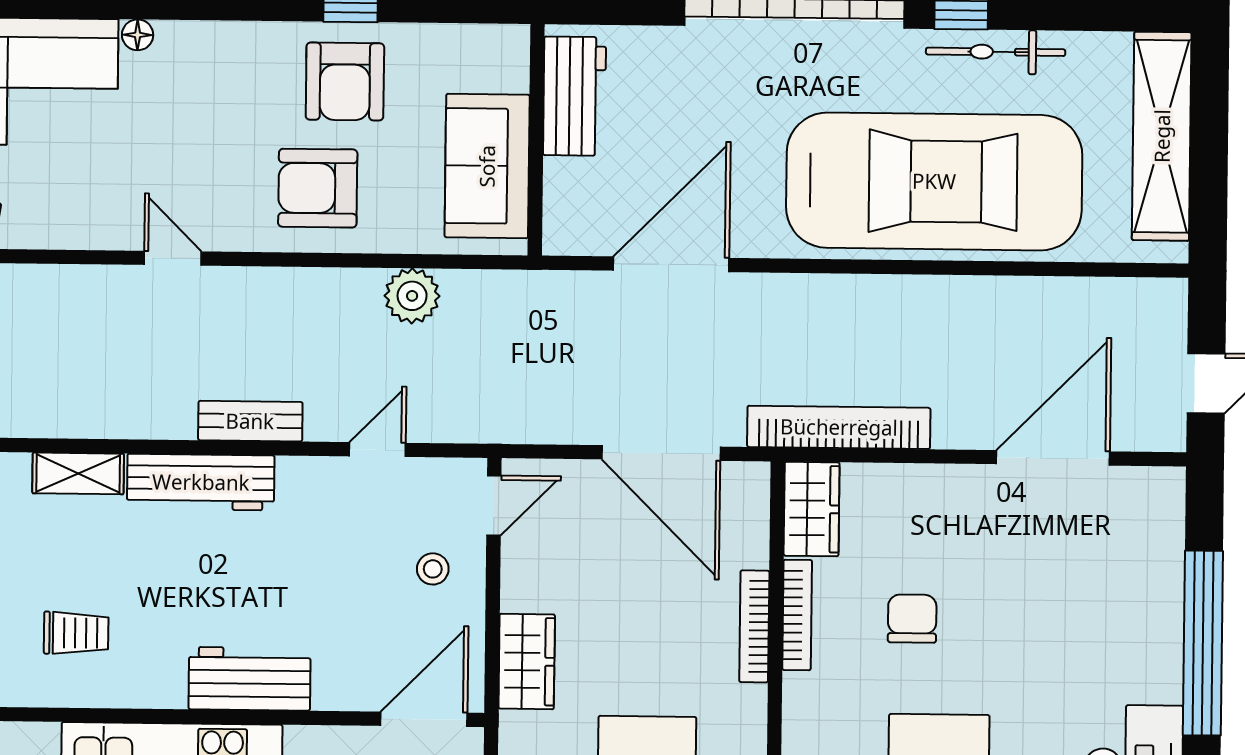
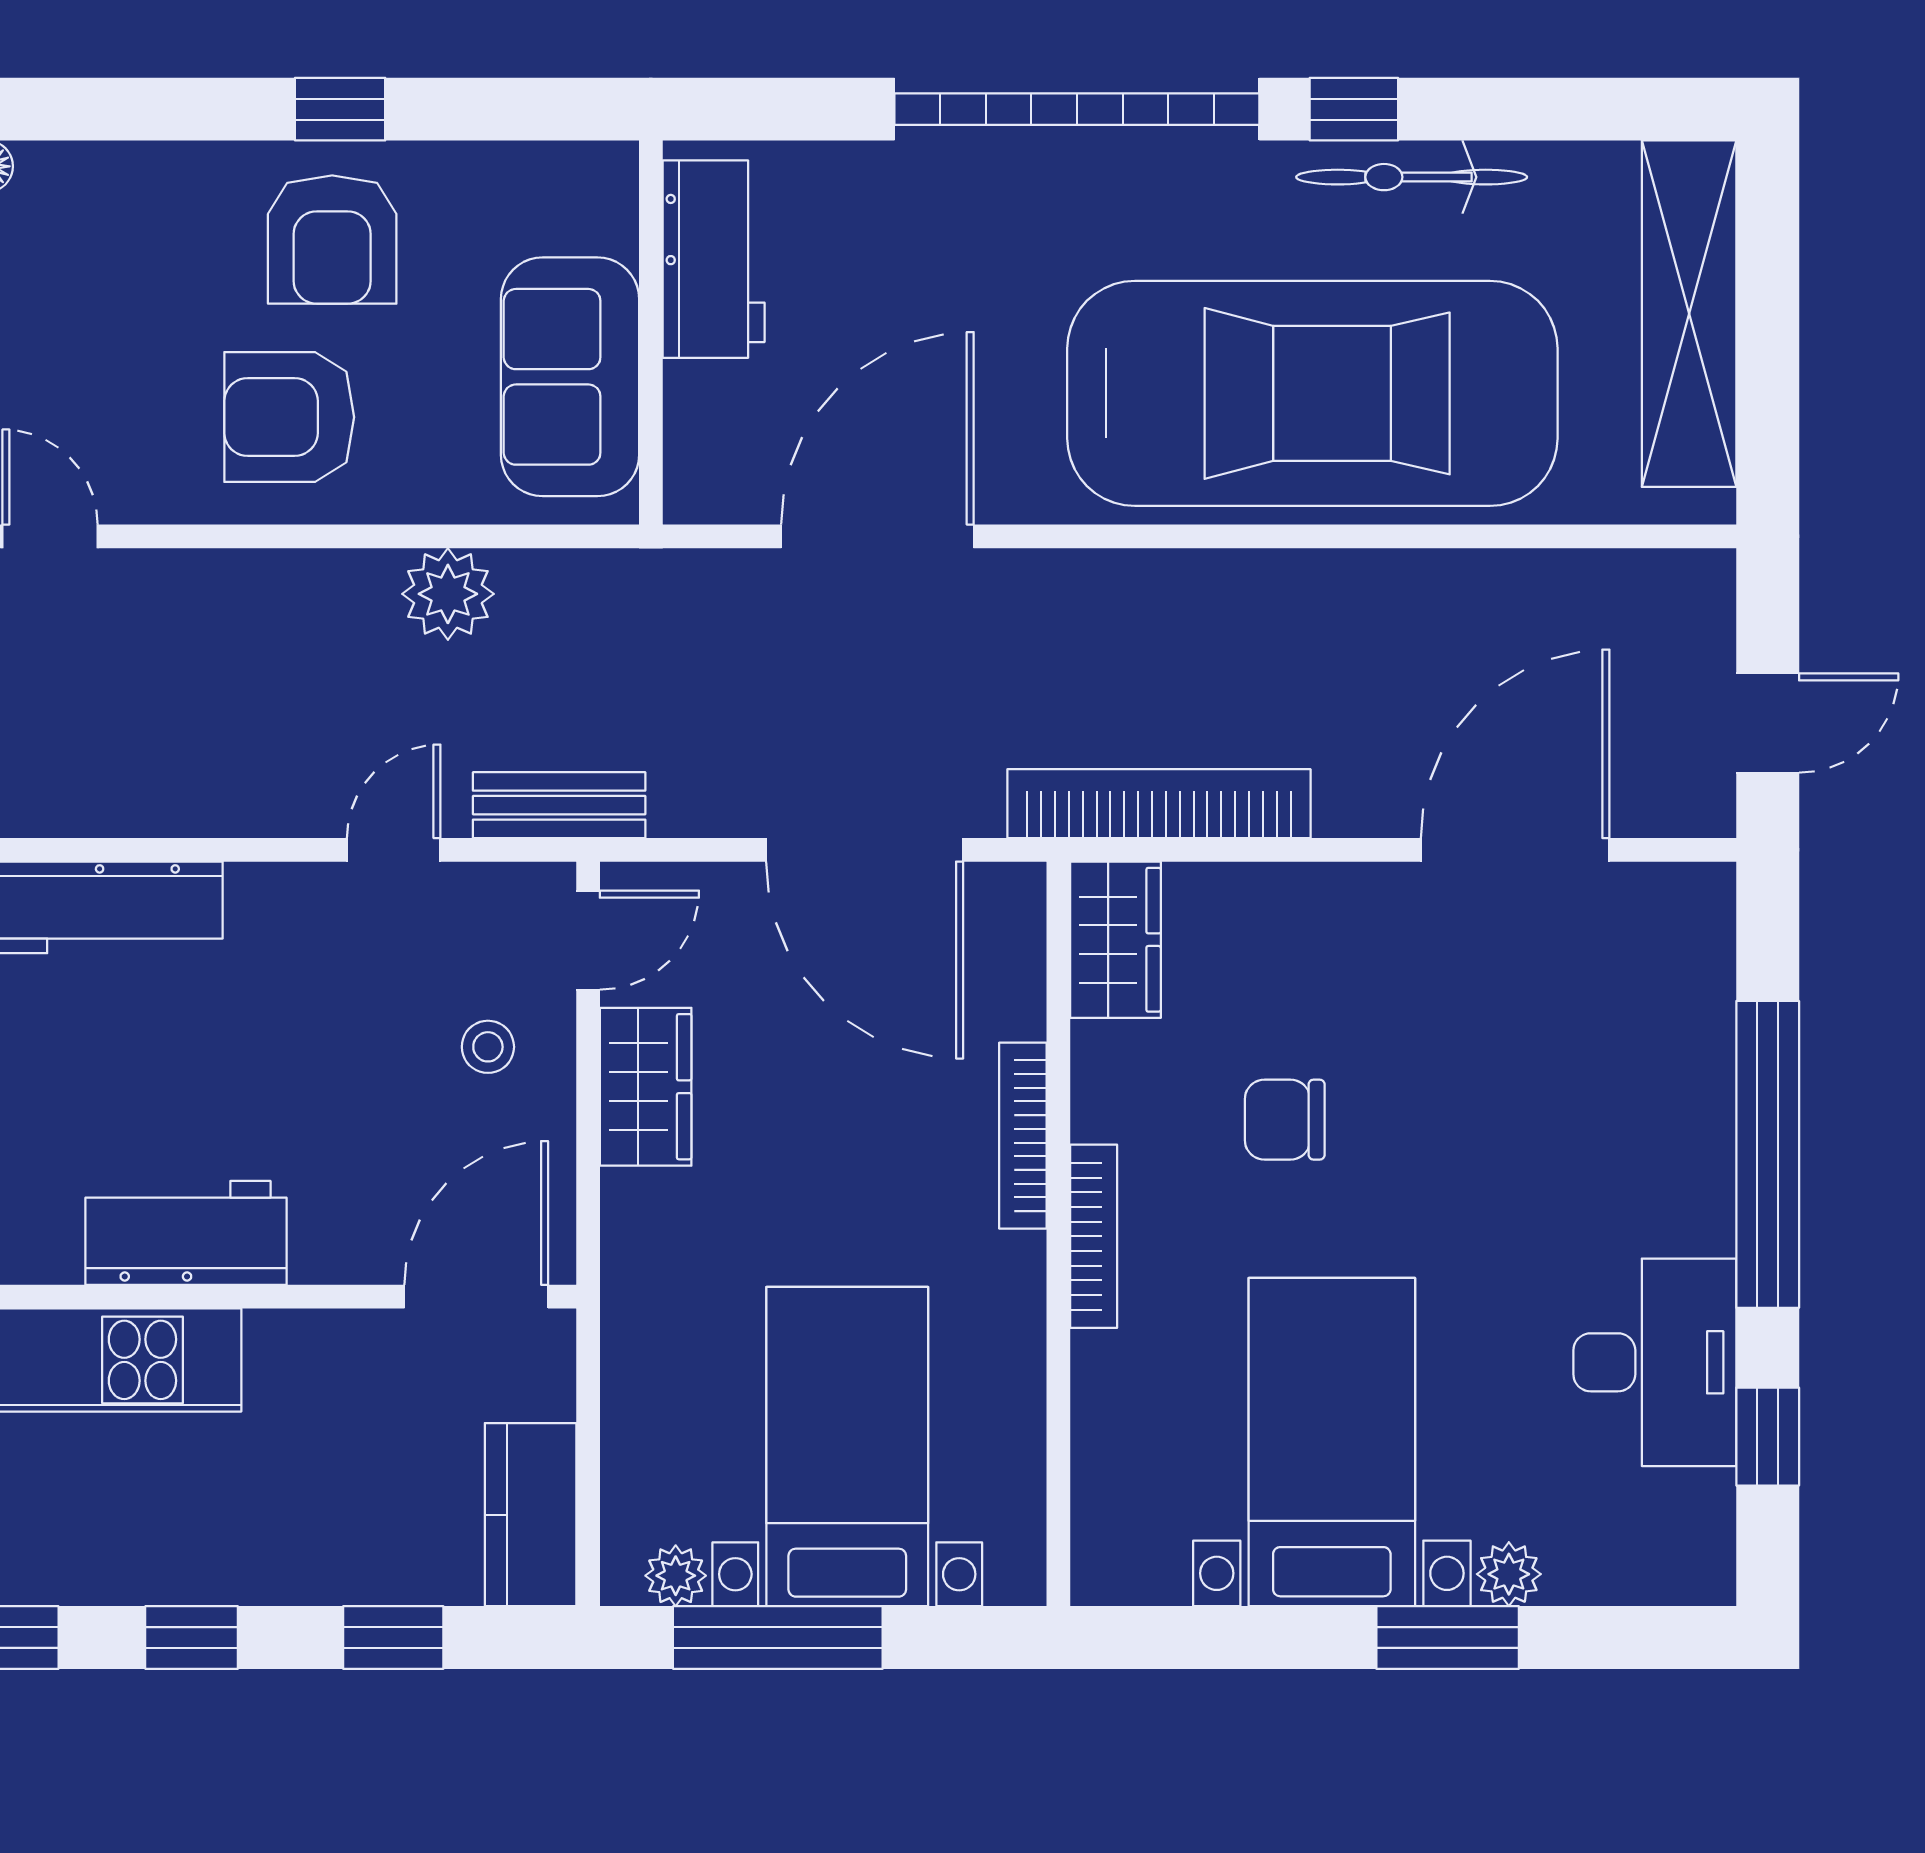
bench: (250, 421) -> (559, 805), moved
bookcase: (797, 615) -> (1094, 1236), moved
chair: (912, 619) -> (1285, 1120), turned -90
wardrobe: (527, 662) -> (646, 1087), moved

